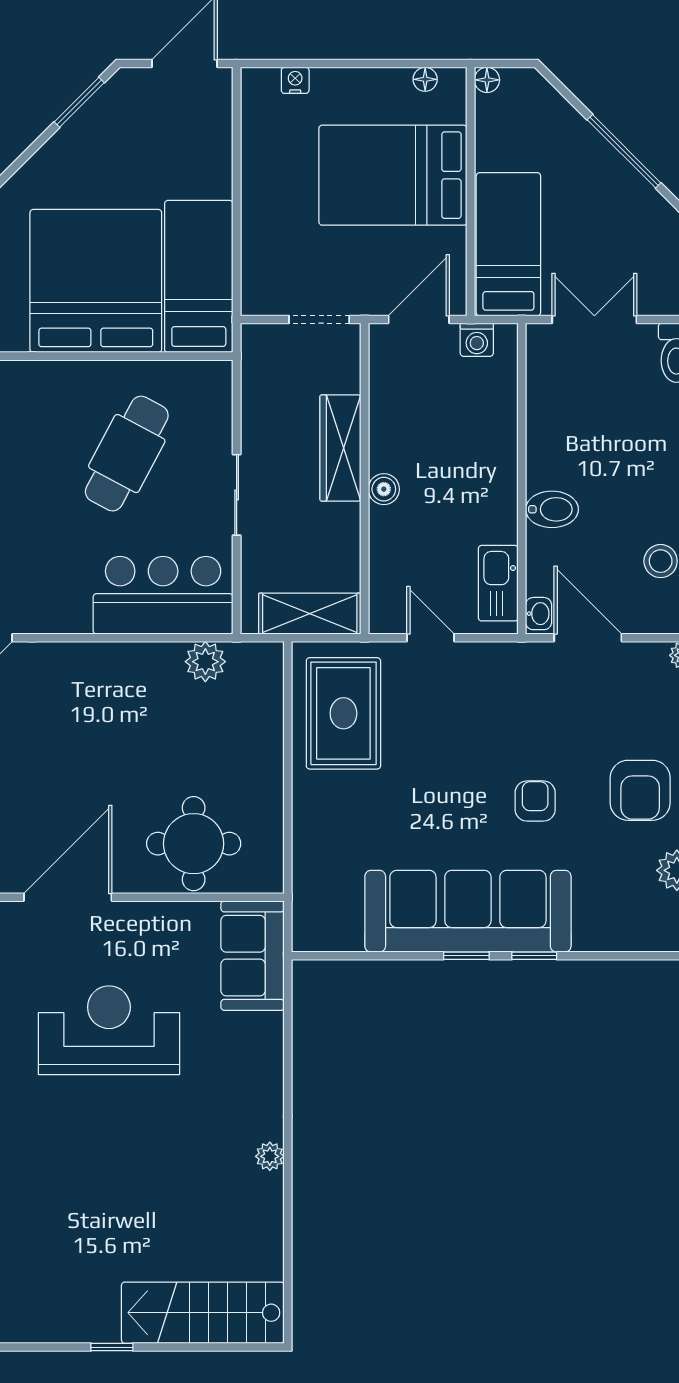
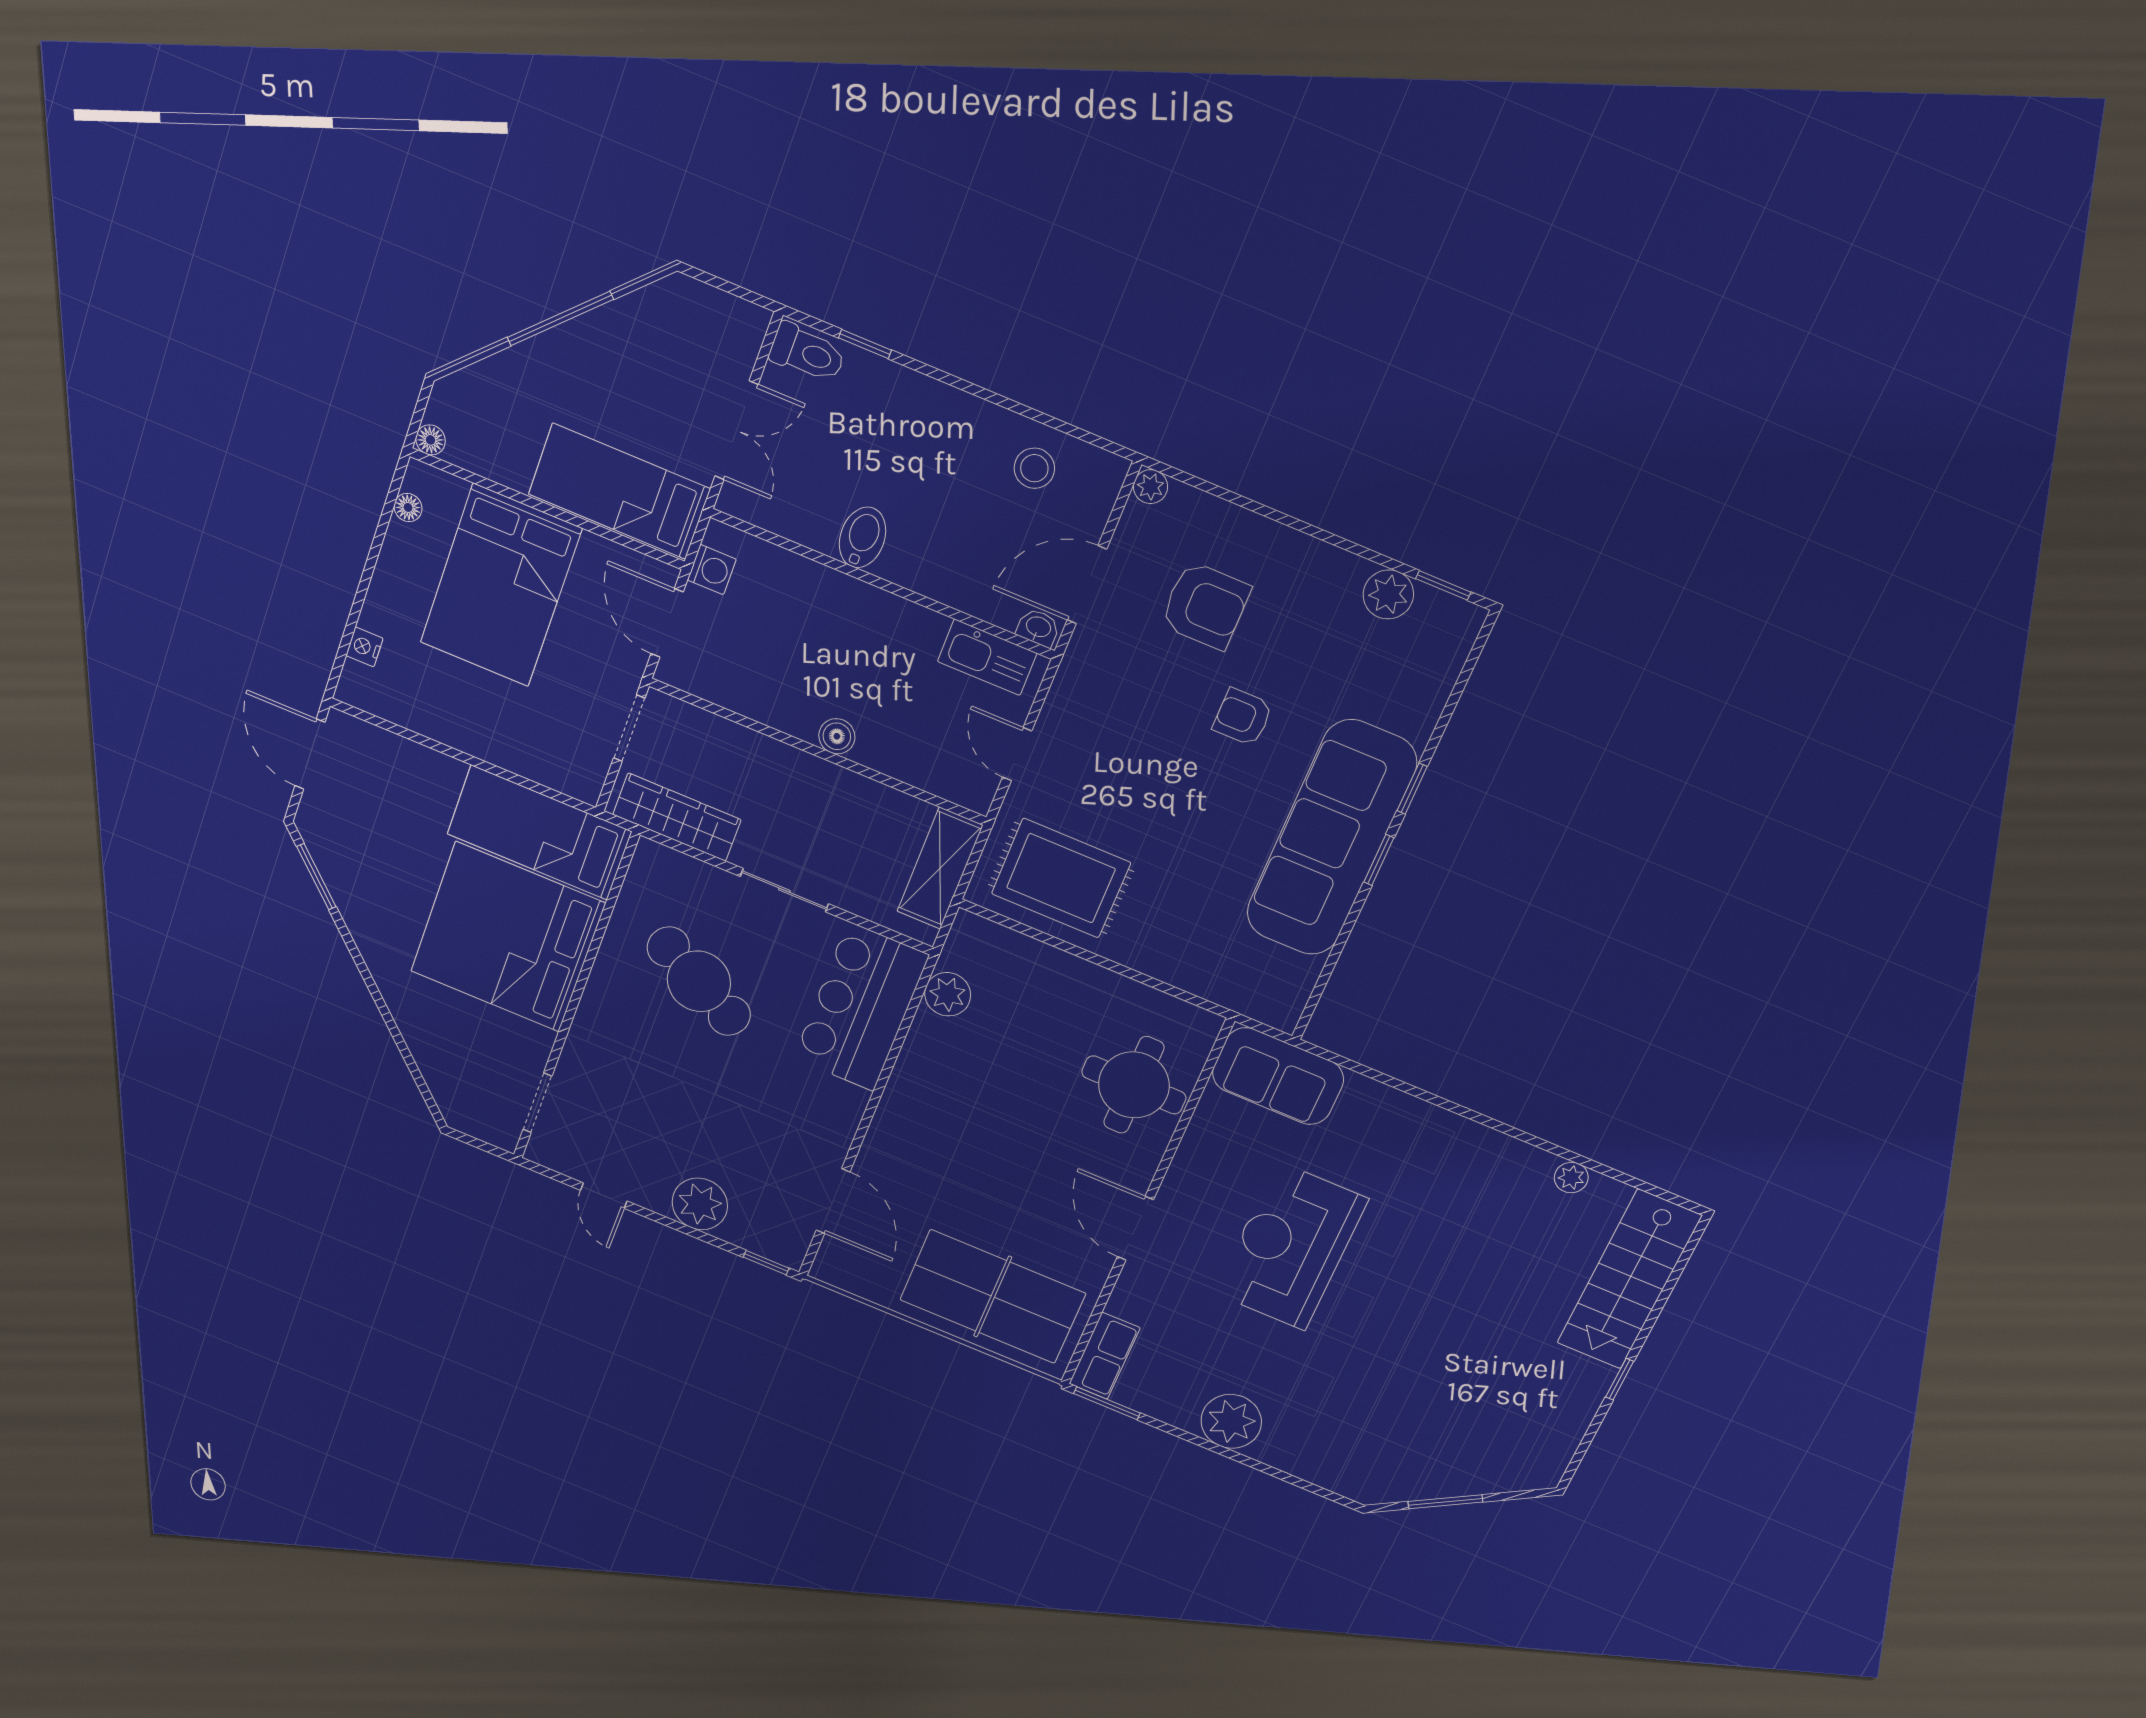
double door: (594, 320) -> (736, 430), swing flipped
wardrobe: (340, 448) -> (677, 817), moved, turned 180
bidet: (552, 509) -> (862, 537), moved
door: (431, 638) -> (1017, 754), hinge flipped
armchair: (640, 790) -> (1205, 605), moved
door: (68, 897) -> (1135, 1228), width x0.73
plant: (270, 1156) -> (1571, 1178), moved

